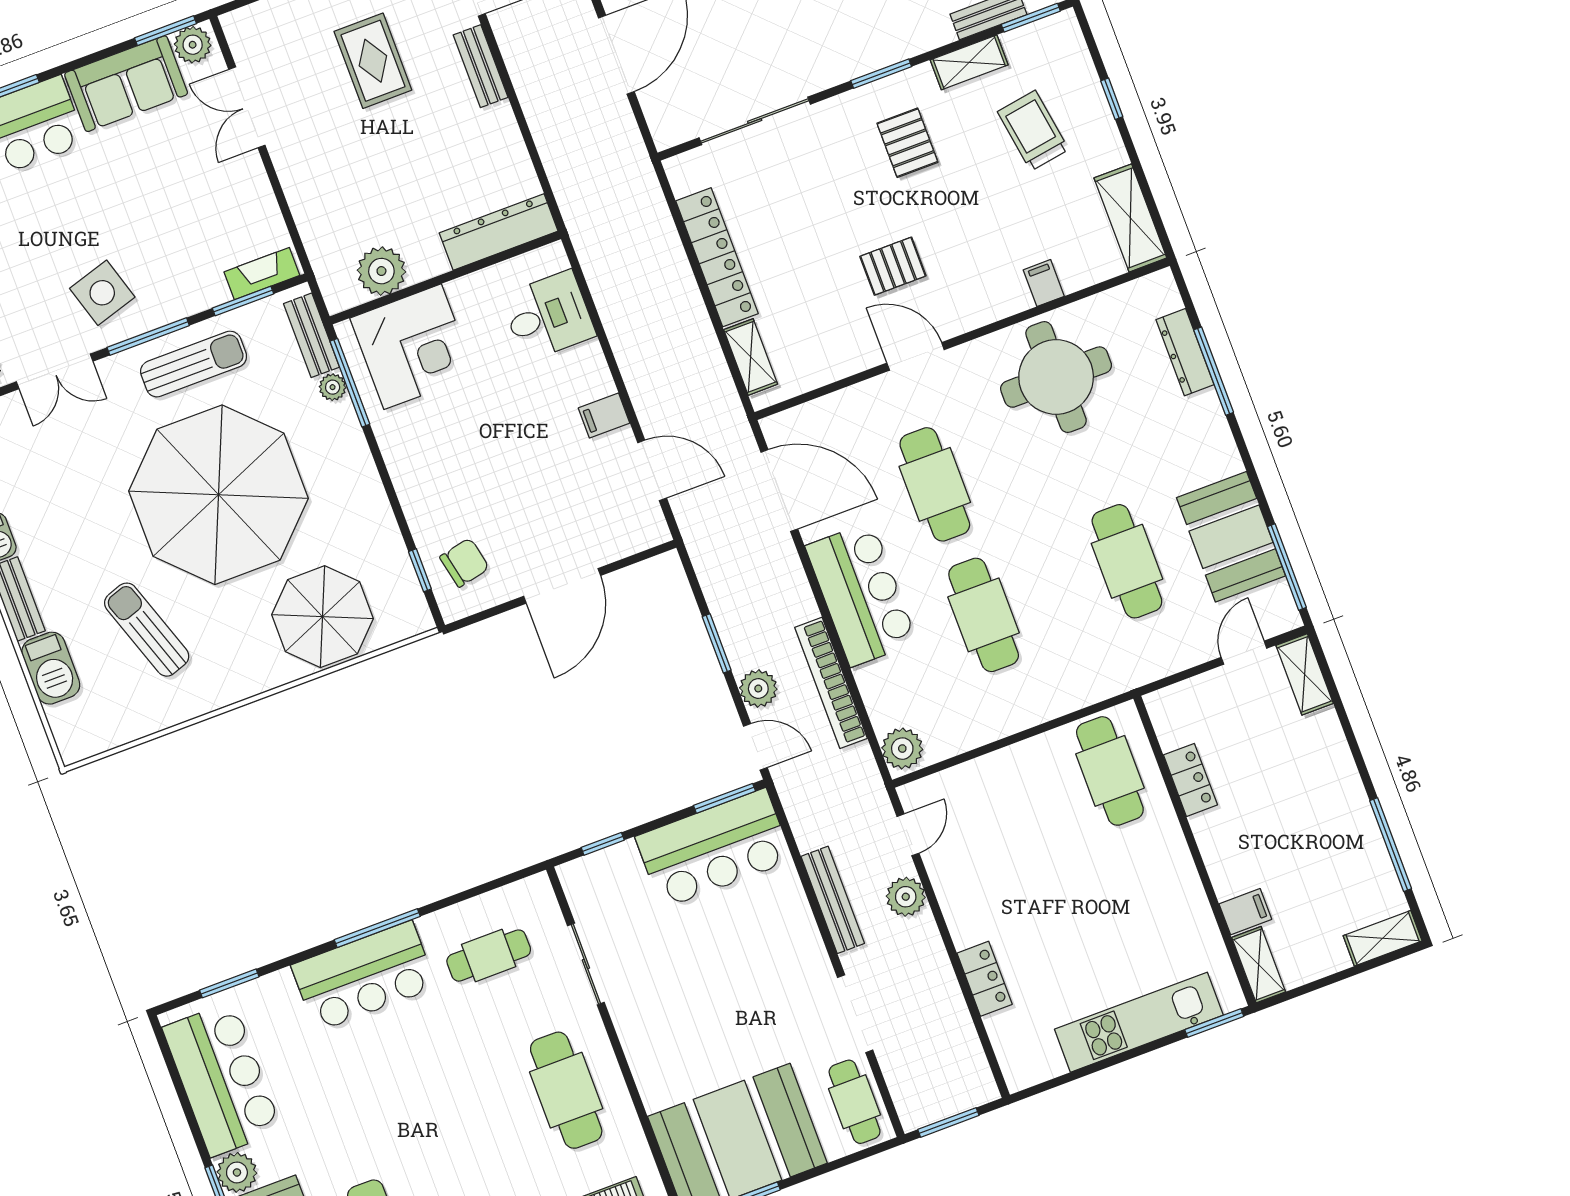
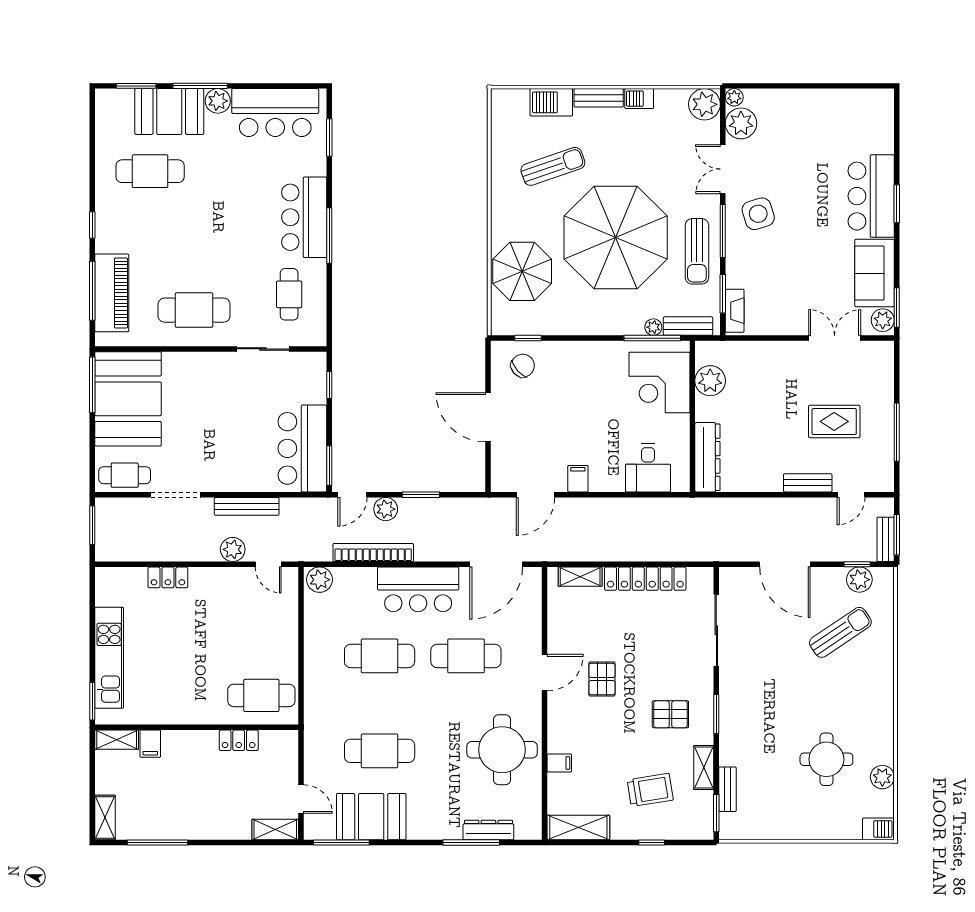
chair: (464, 563) -> (523, 366), turned -120

